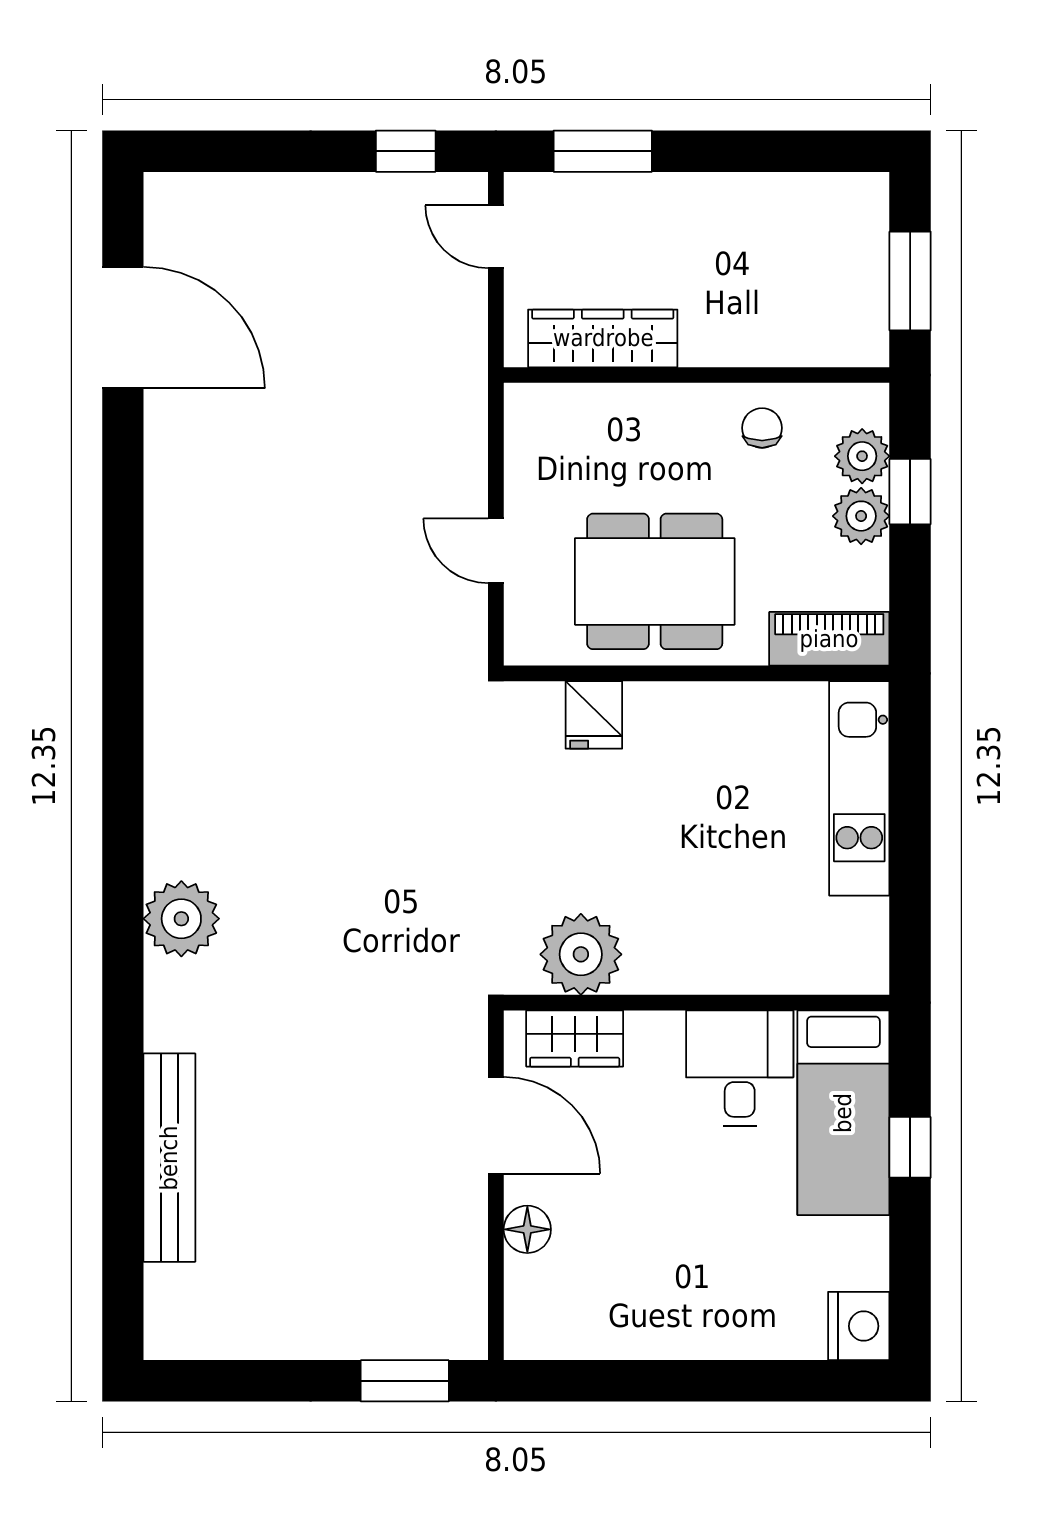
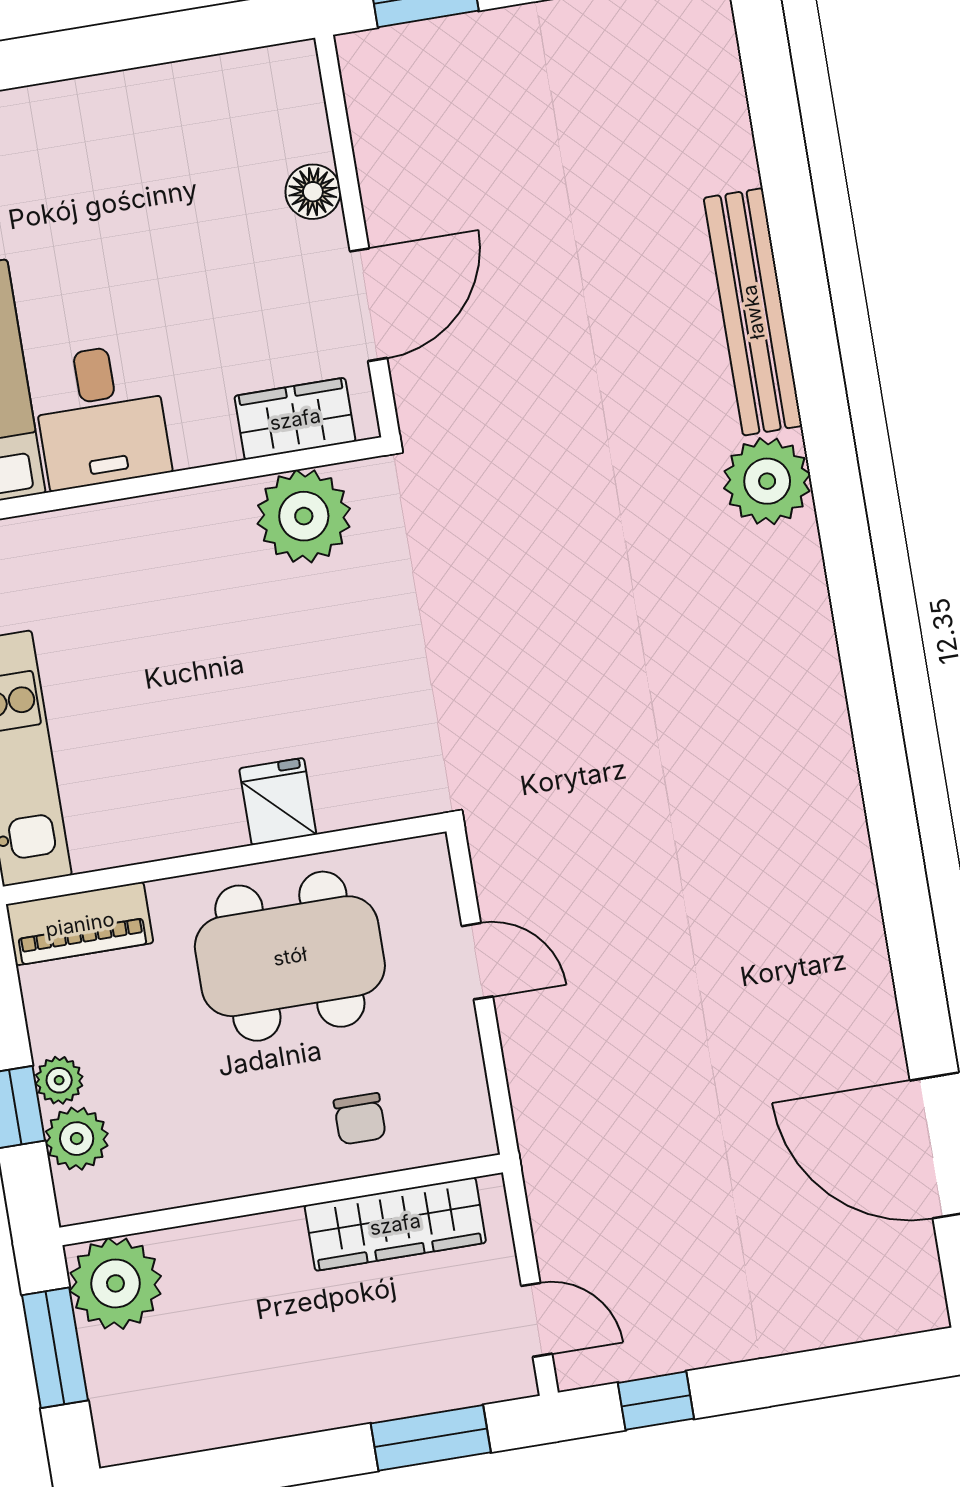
plant: (849, 327) -> (115, 1283), added
chair: (762, 428) -> (360, 1119), moved
plant: (861, 516) -> (59, 1080), width x0.73, depth x0.73
fridge: (594, 715) -> (278, 801), moved
door: (496, 1125) -> (369, 305), swing flipped
bench: (169, 1158) -> (753, 312), moved

